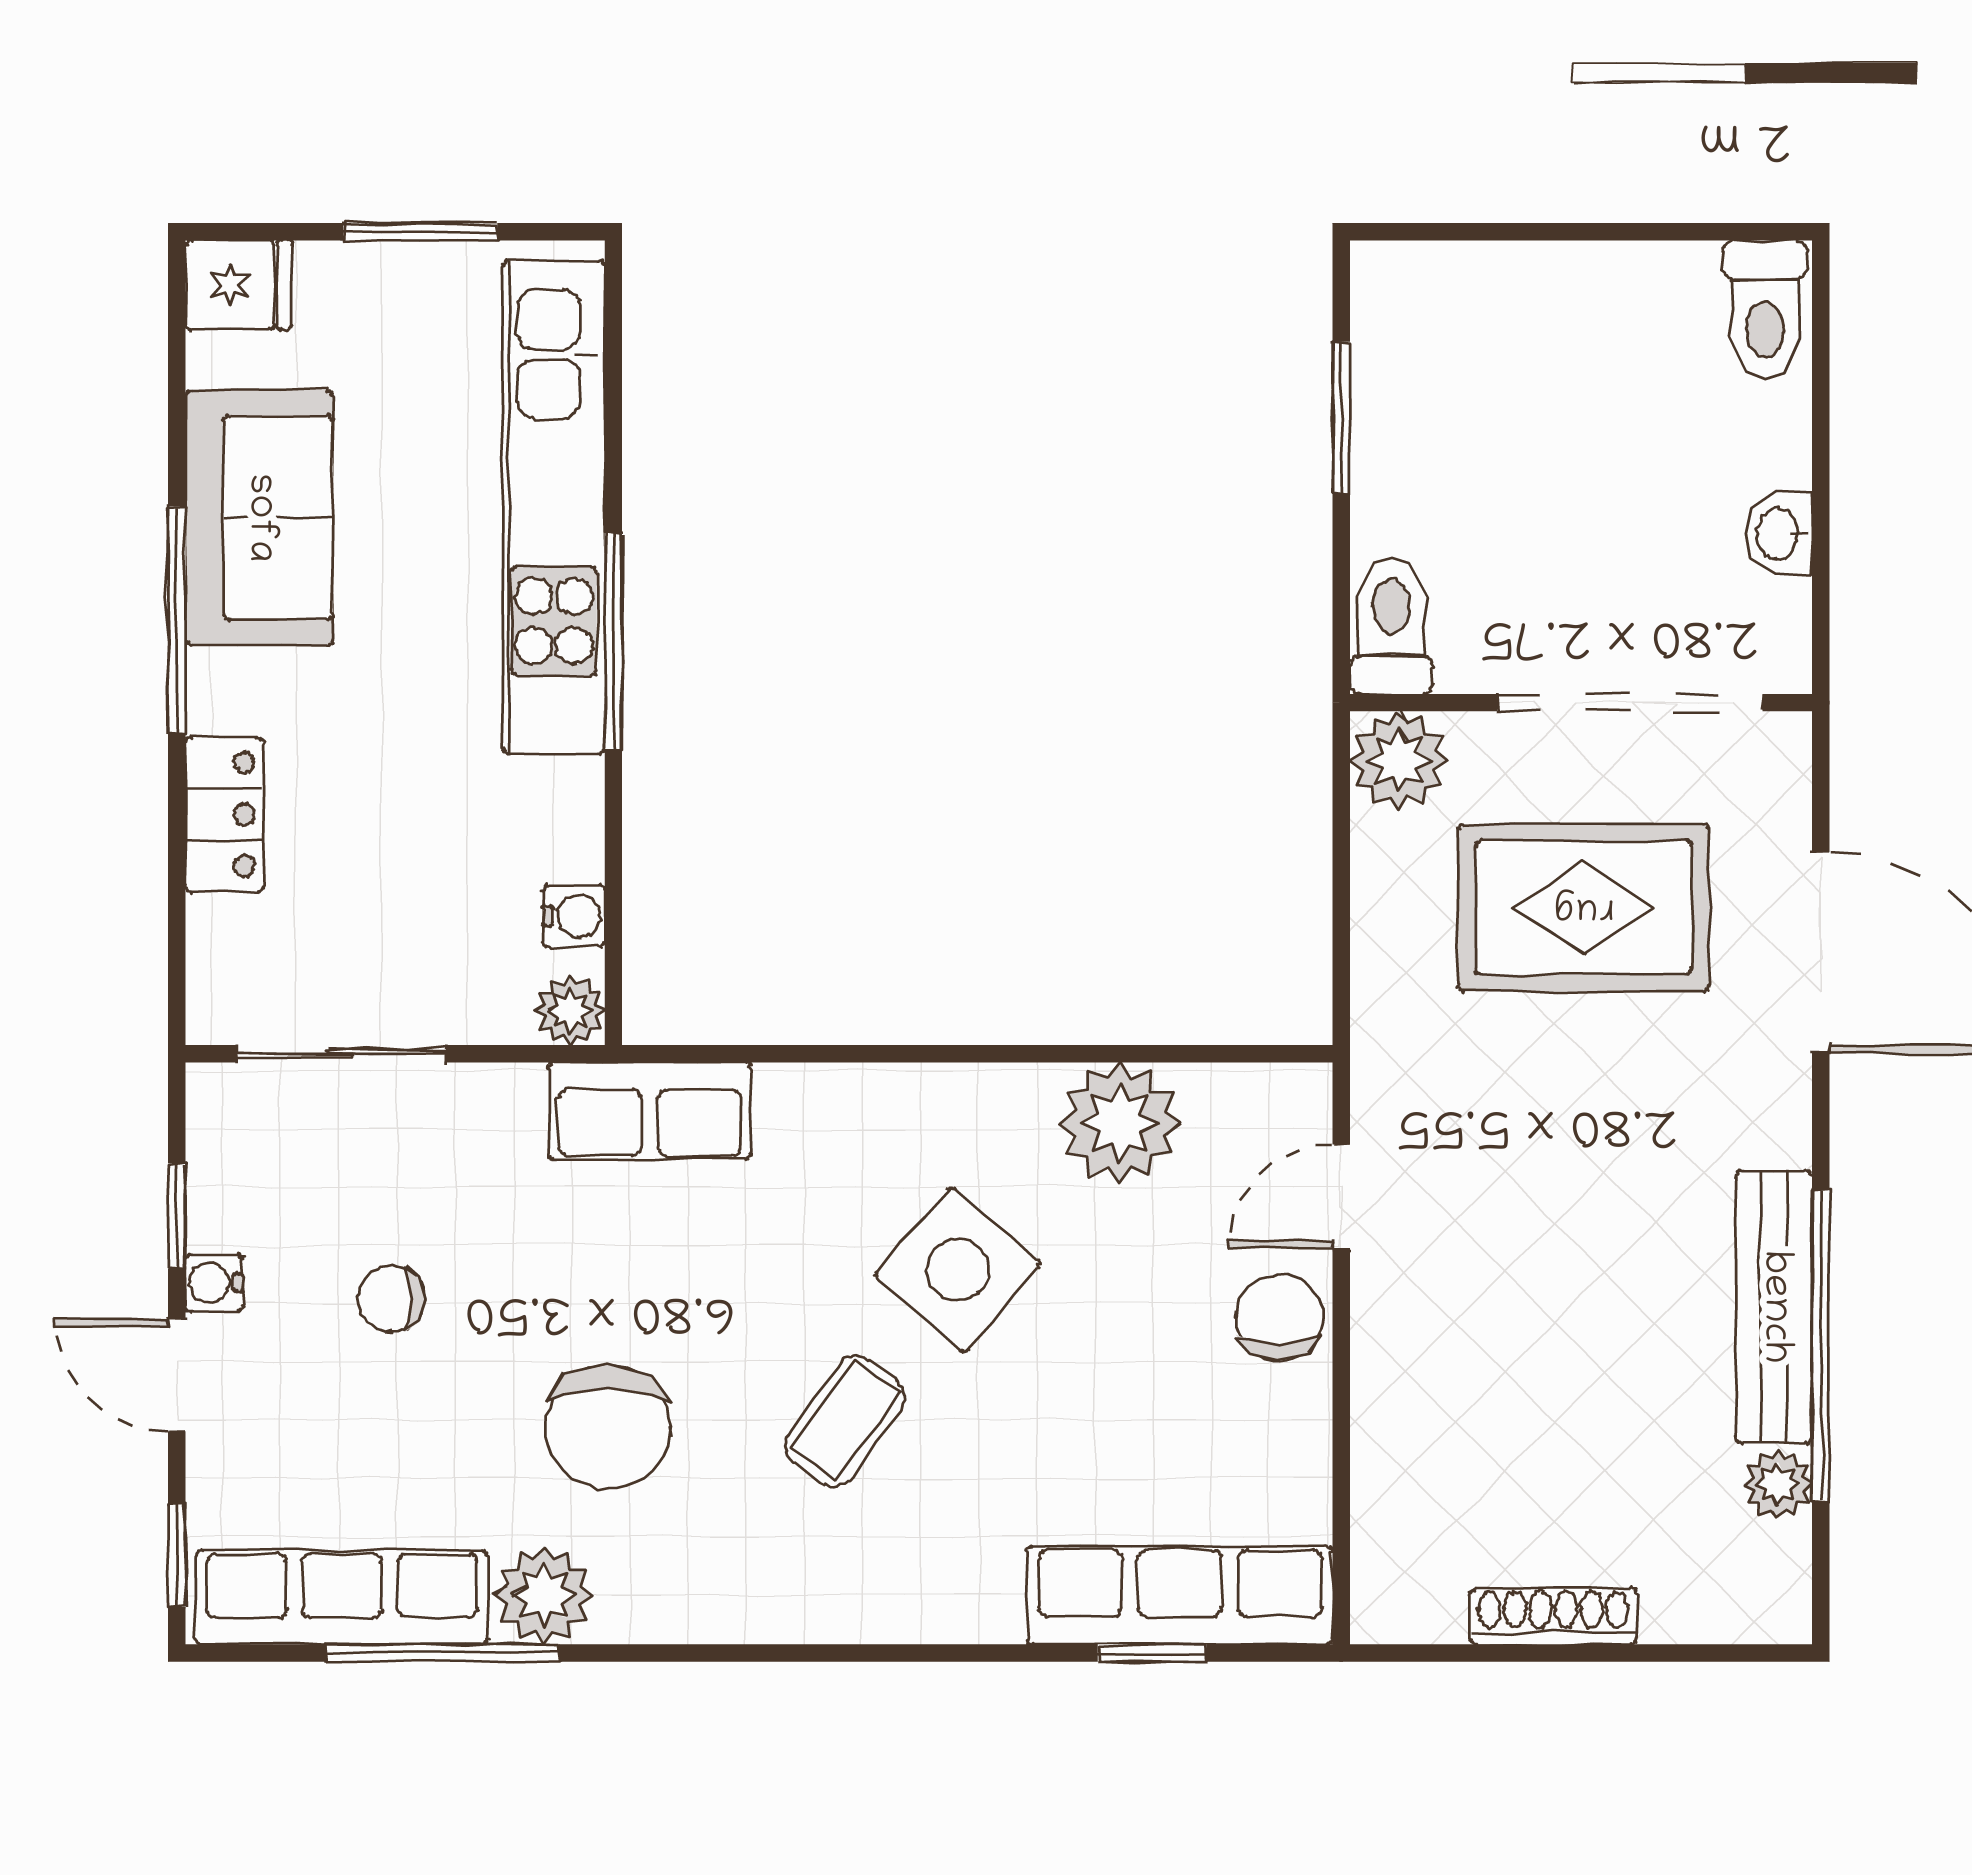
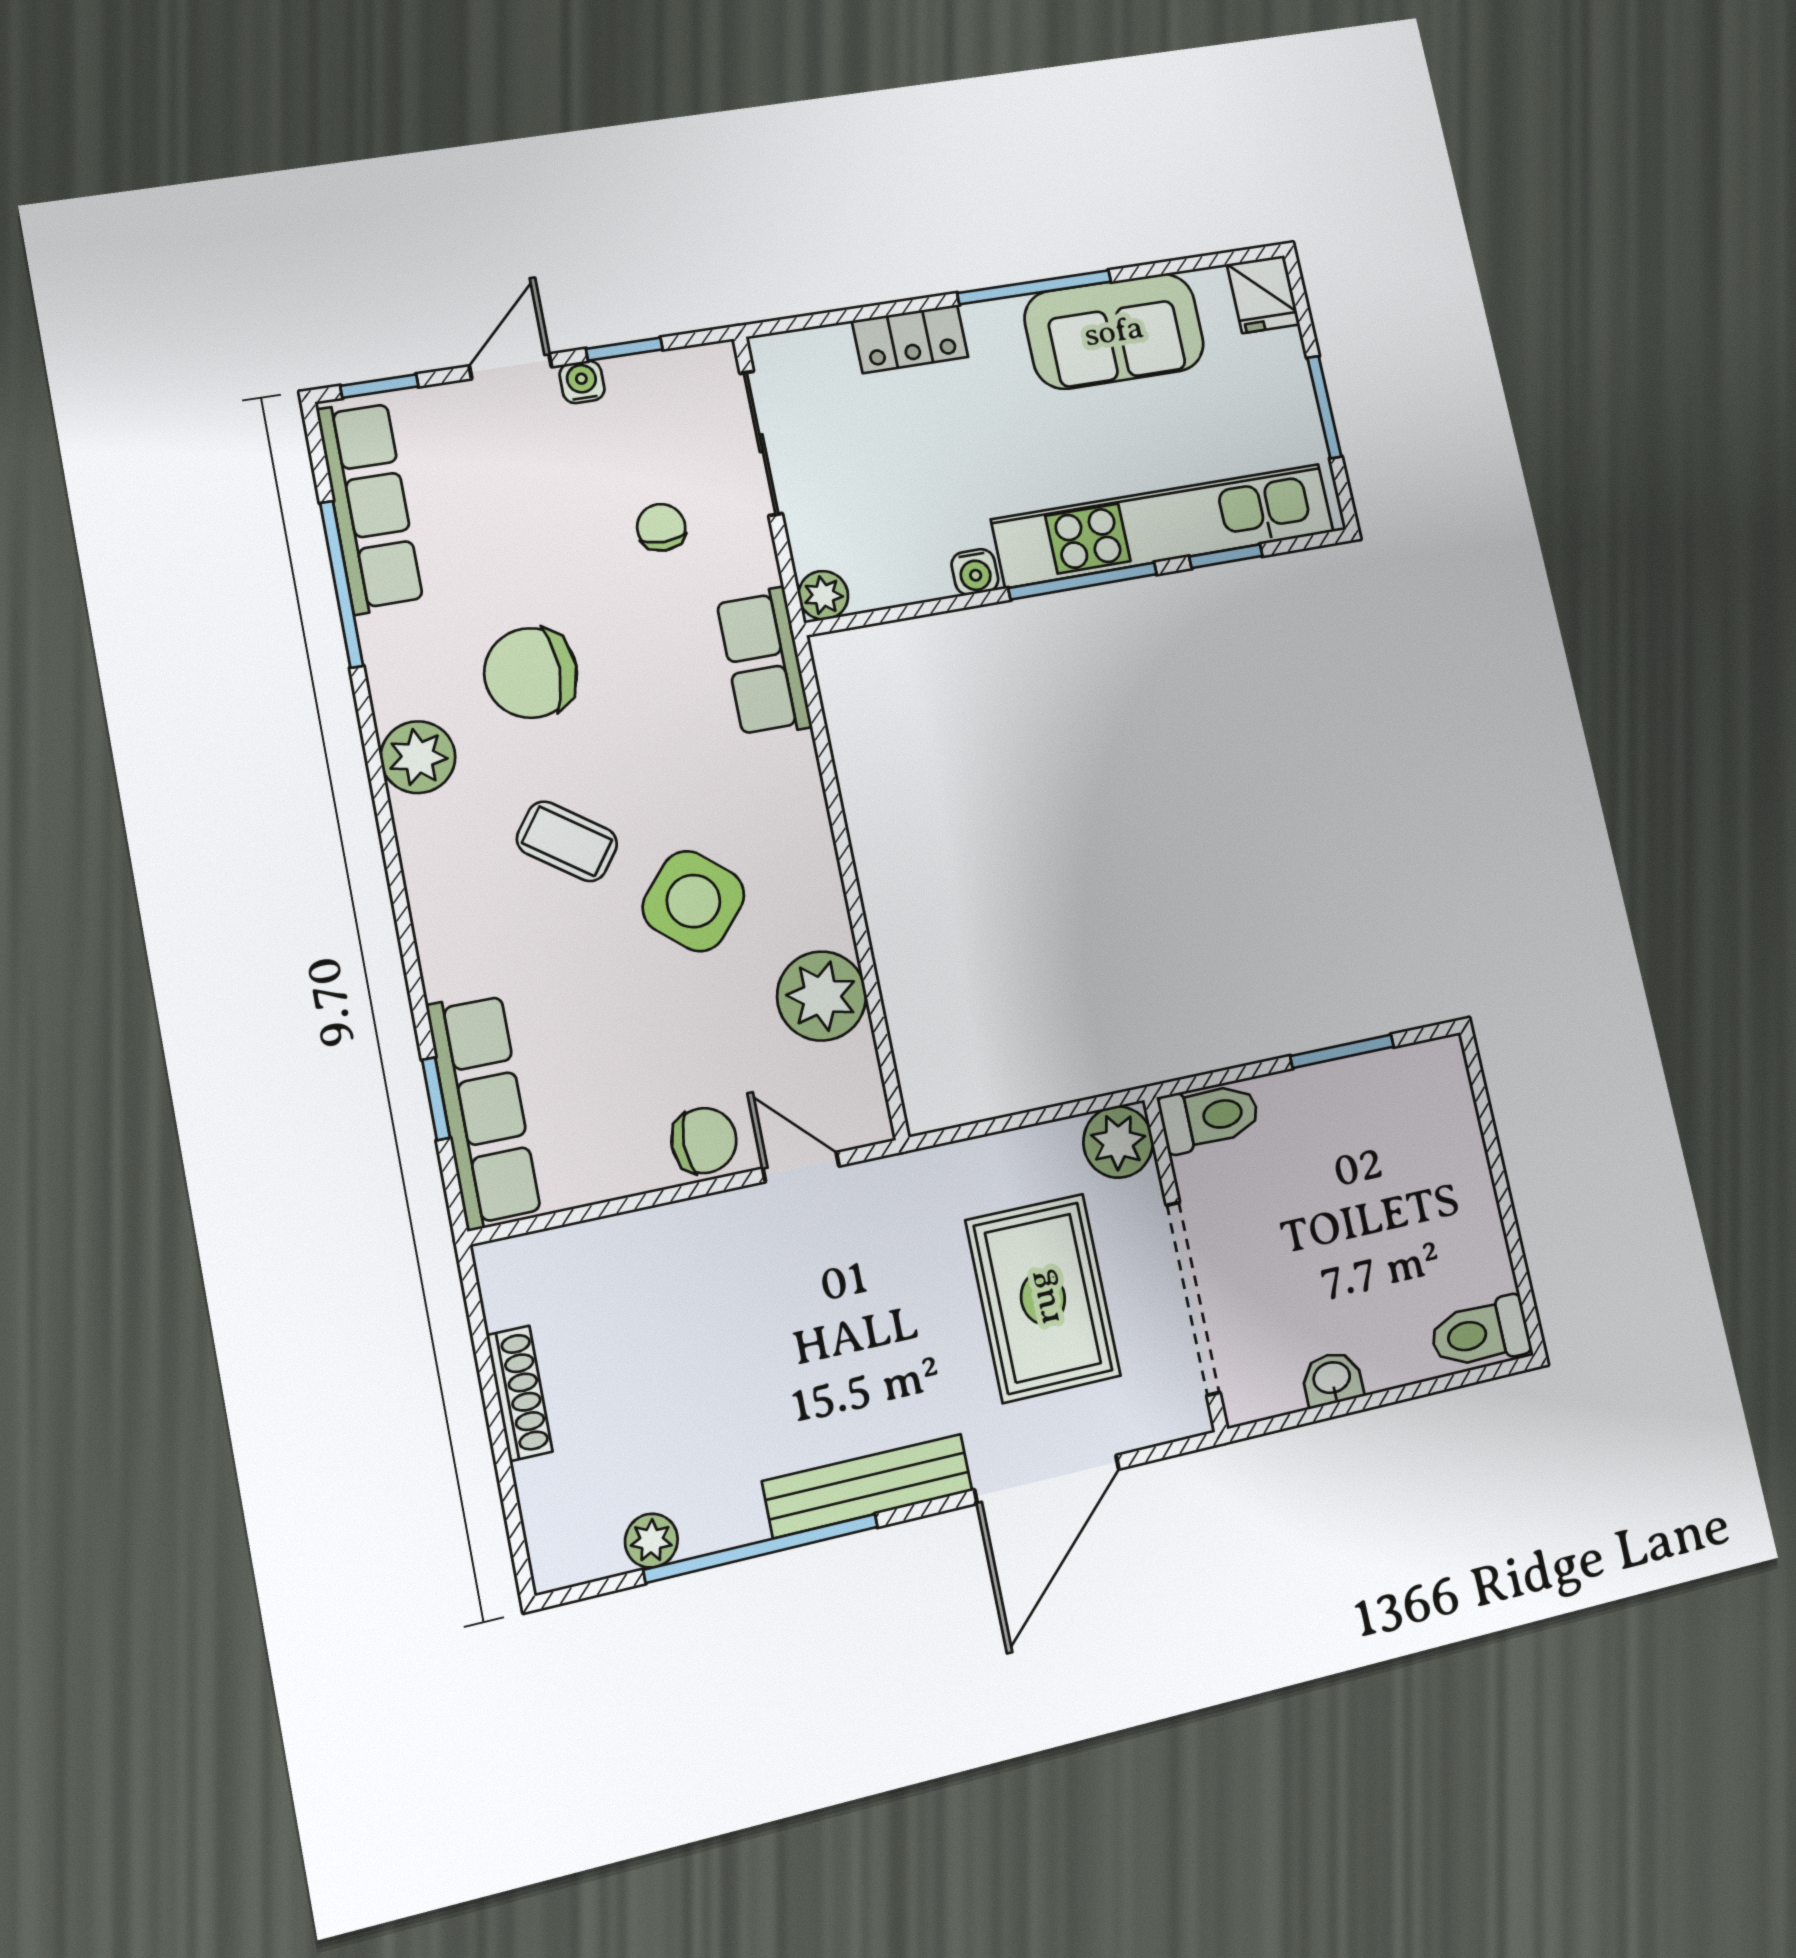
window: (613, 427) -> (1226, 556), added
water cooler: (574, 916) -> (975, 572), moved
chair: (392, 1299) -> (661, 527), moved
bench: (1774, 1307) -> (868, 1486), moved
plant: (544, 1595) -> (418, 757), moved

